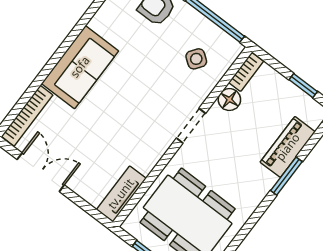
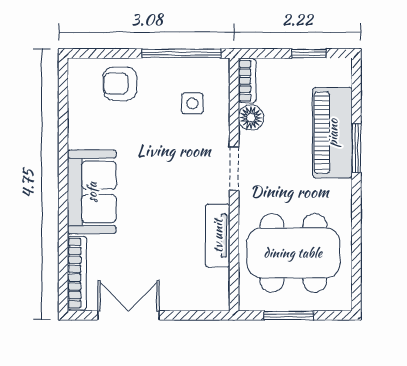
side table: (196, 59) -> (192, 103), turned -36
piano: (288, 147) -> (333, 133), width x1.37, depth x1.33
tv unit: (121, 194) -> (218, 236), moved

